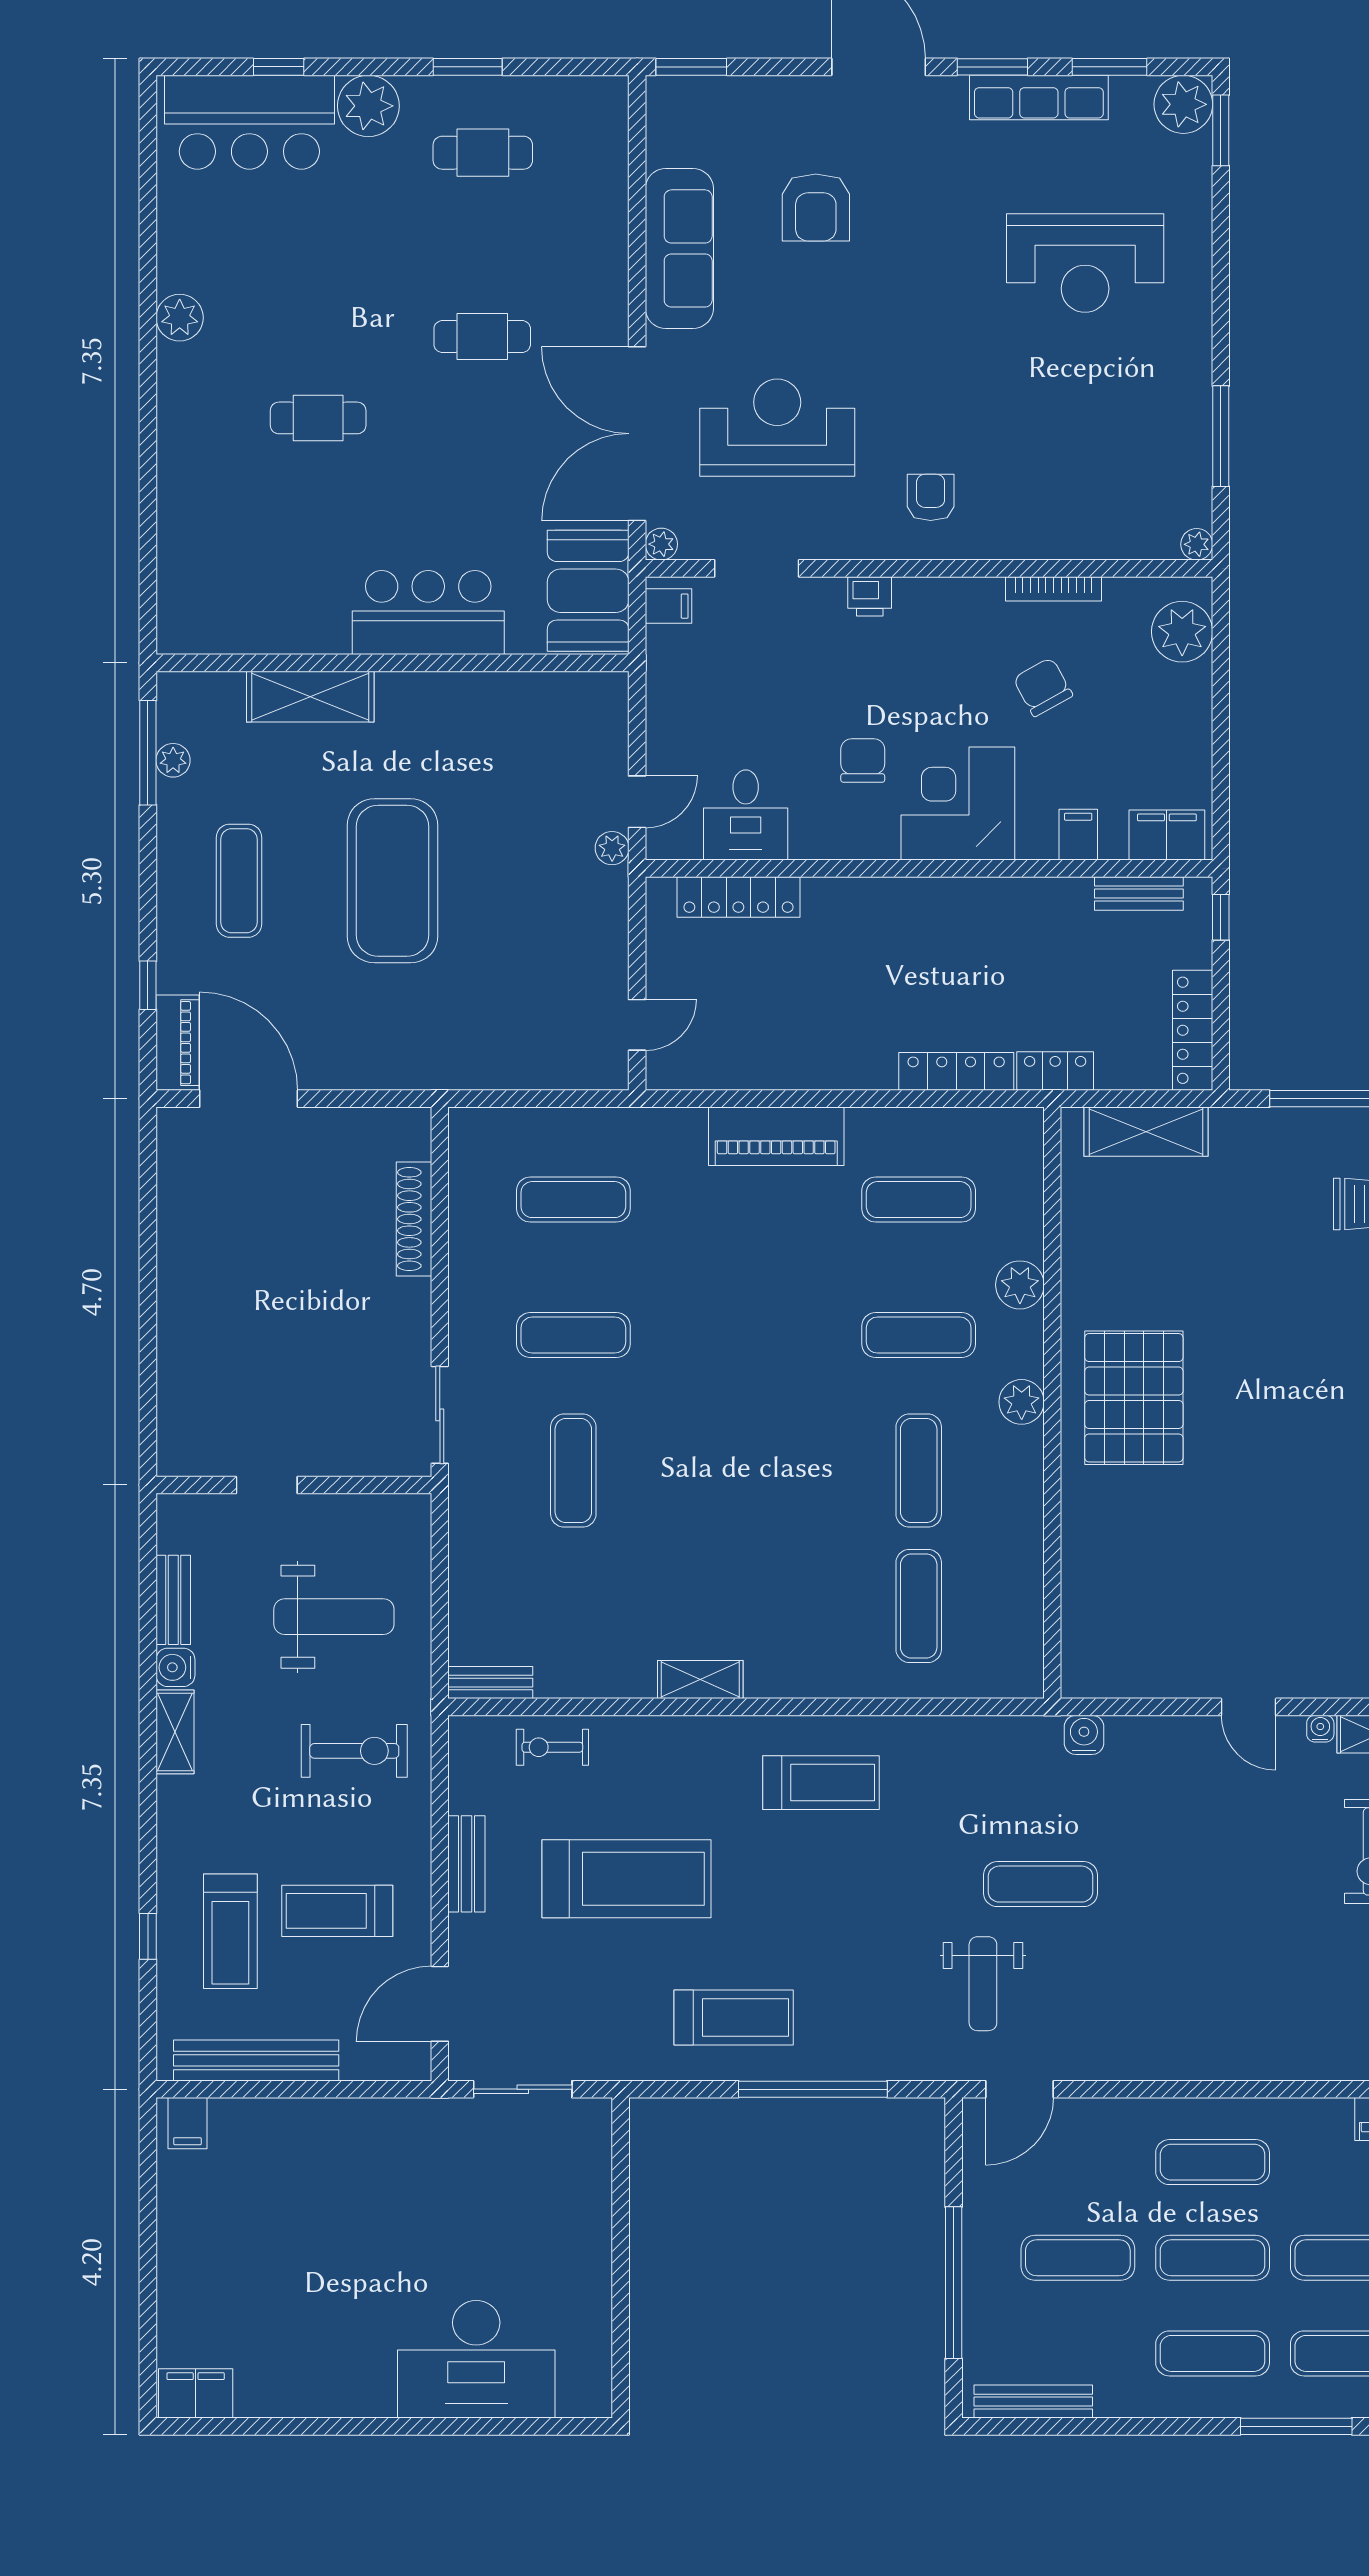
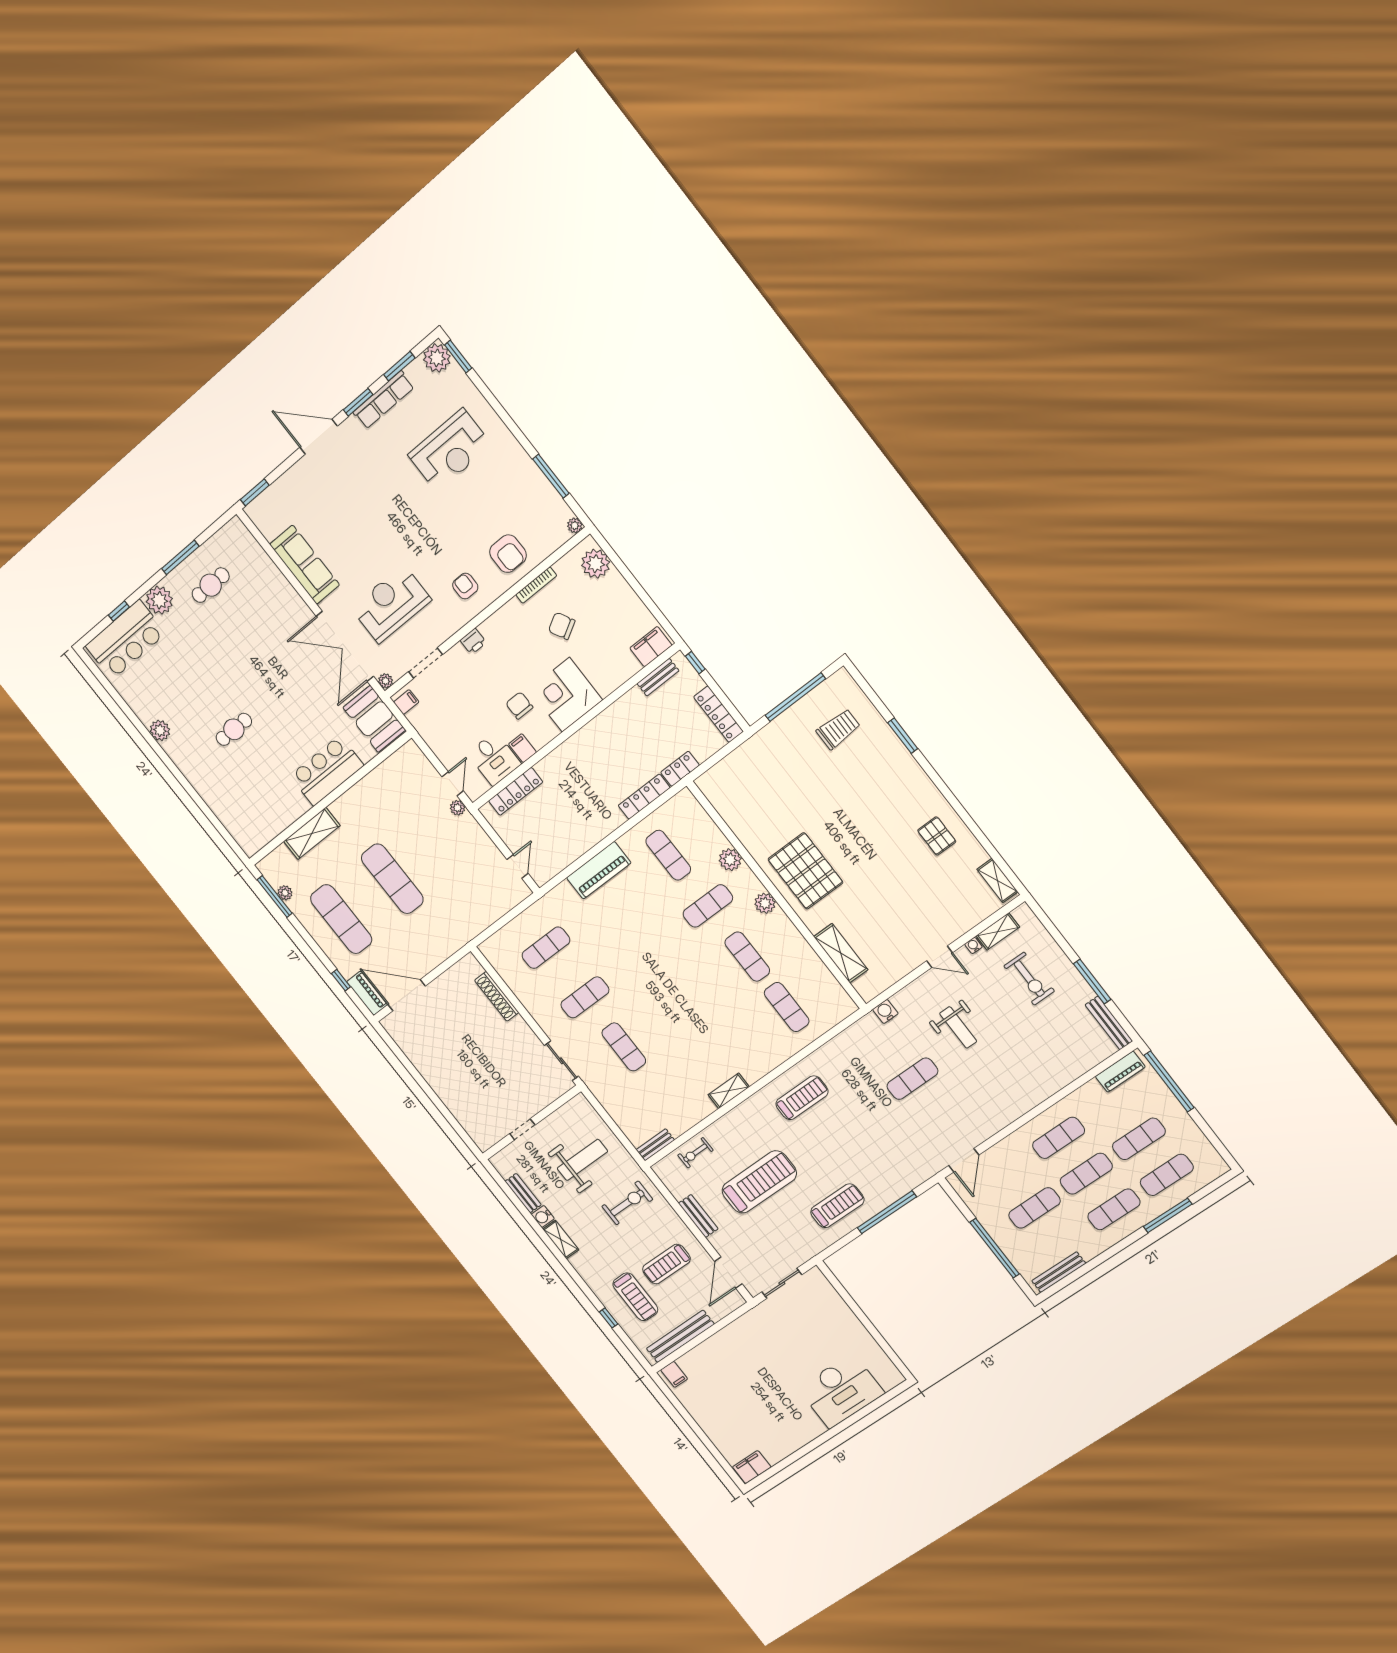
window: (468, 67) -> (180, 557), width x1.44
armchair: (816, 208) -> (508, 554), moved
cafe table: (482, 337) -> (264, 654), removed
filing cabinet: (1078, 835) -> (522, 748), moved
exercise mat: (239, 881) -> (341, 919), width x1.36, depth x1.45
exercise mat: (392, 881) -> (392, 879), width x0.68
shelving: (1146, 1132) -> (841, 953), moved, turned 90
exercise mat: (919, 1200) -> (668, 855), turned 90
weight bench: (983, 1984) -> (958, 1027), moved

